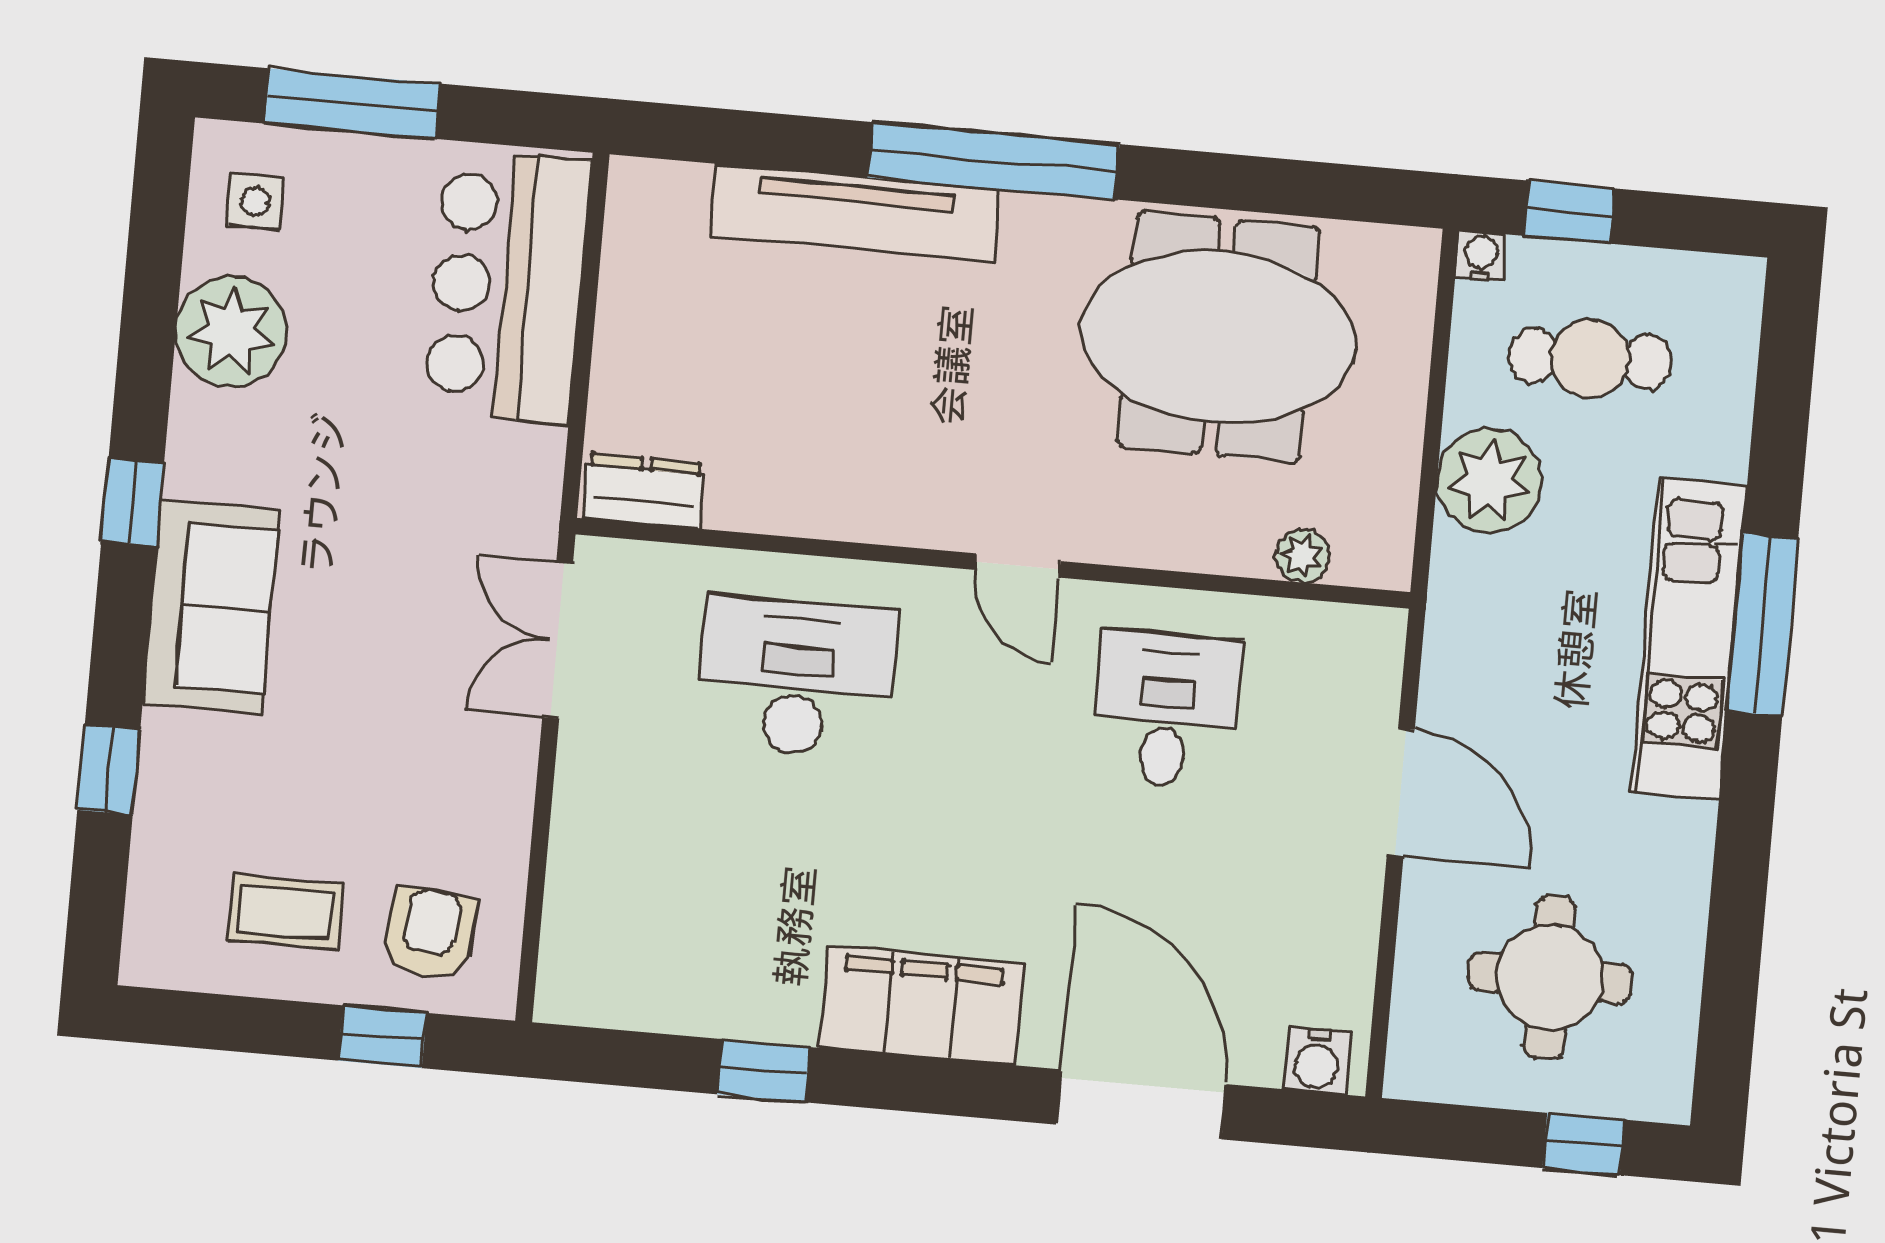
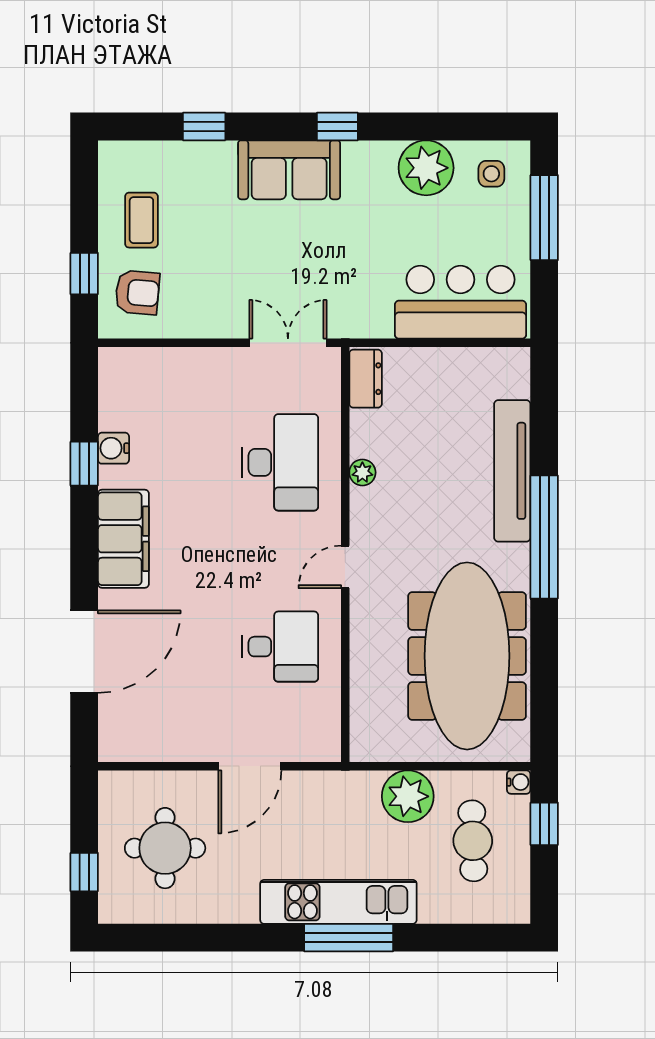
meeting table: (1218, 337) -> (467, 656), width x1.36
plant: (1303, 556) -> (362, 472), moved
water cooler: (1317, 1061) -> (113, 448), moved

